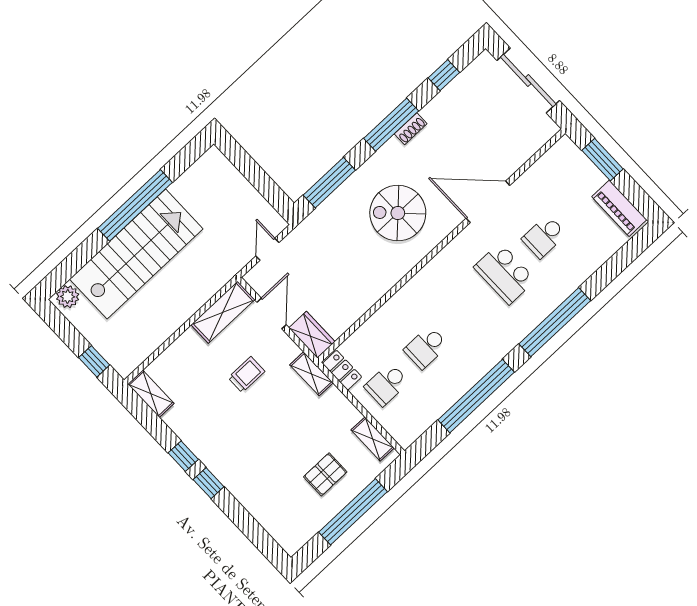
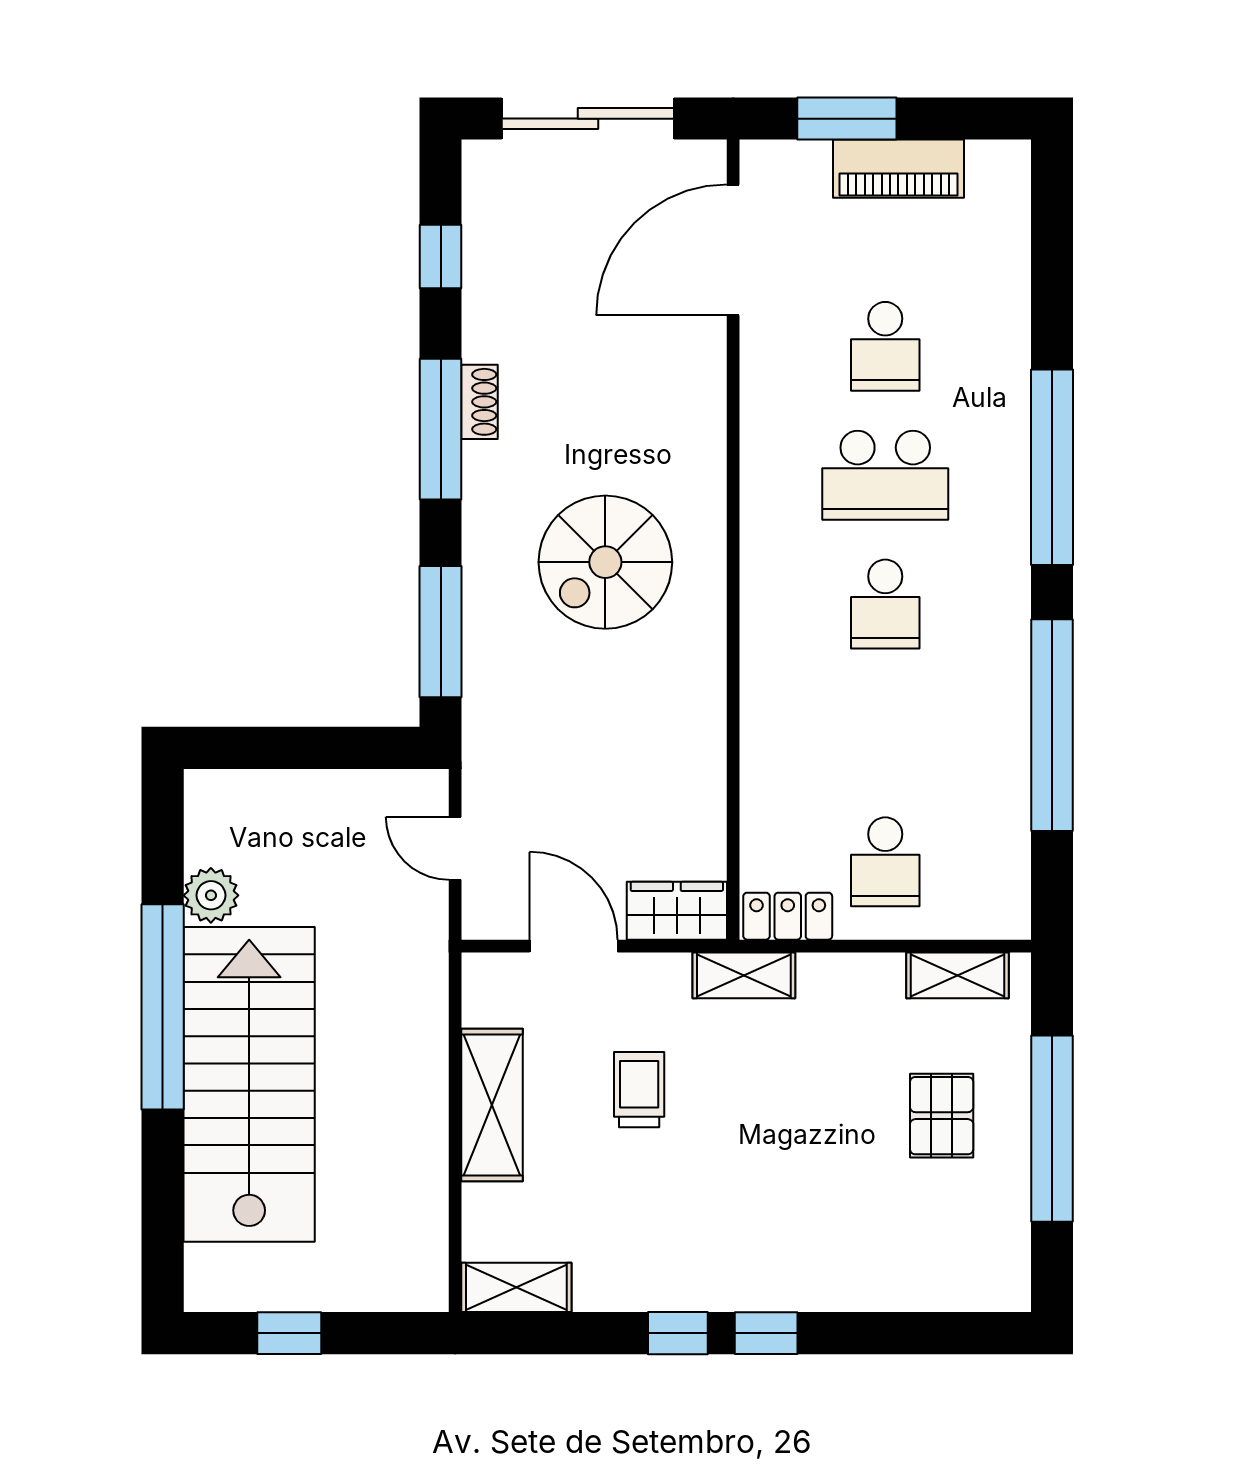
door: (488, 202) -> (733, 250), moved
piano: (619, 208) -> (898, 169), moved
plant: (68, 297) -> (211, 895), moved
shelving: (223, 312) -> (492, 1105), moved
school desk: (426, 347) -> (885, 604), moved
window: (94, 361) -> (289, 1333), moved

